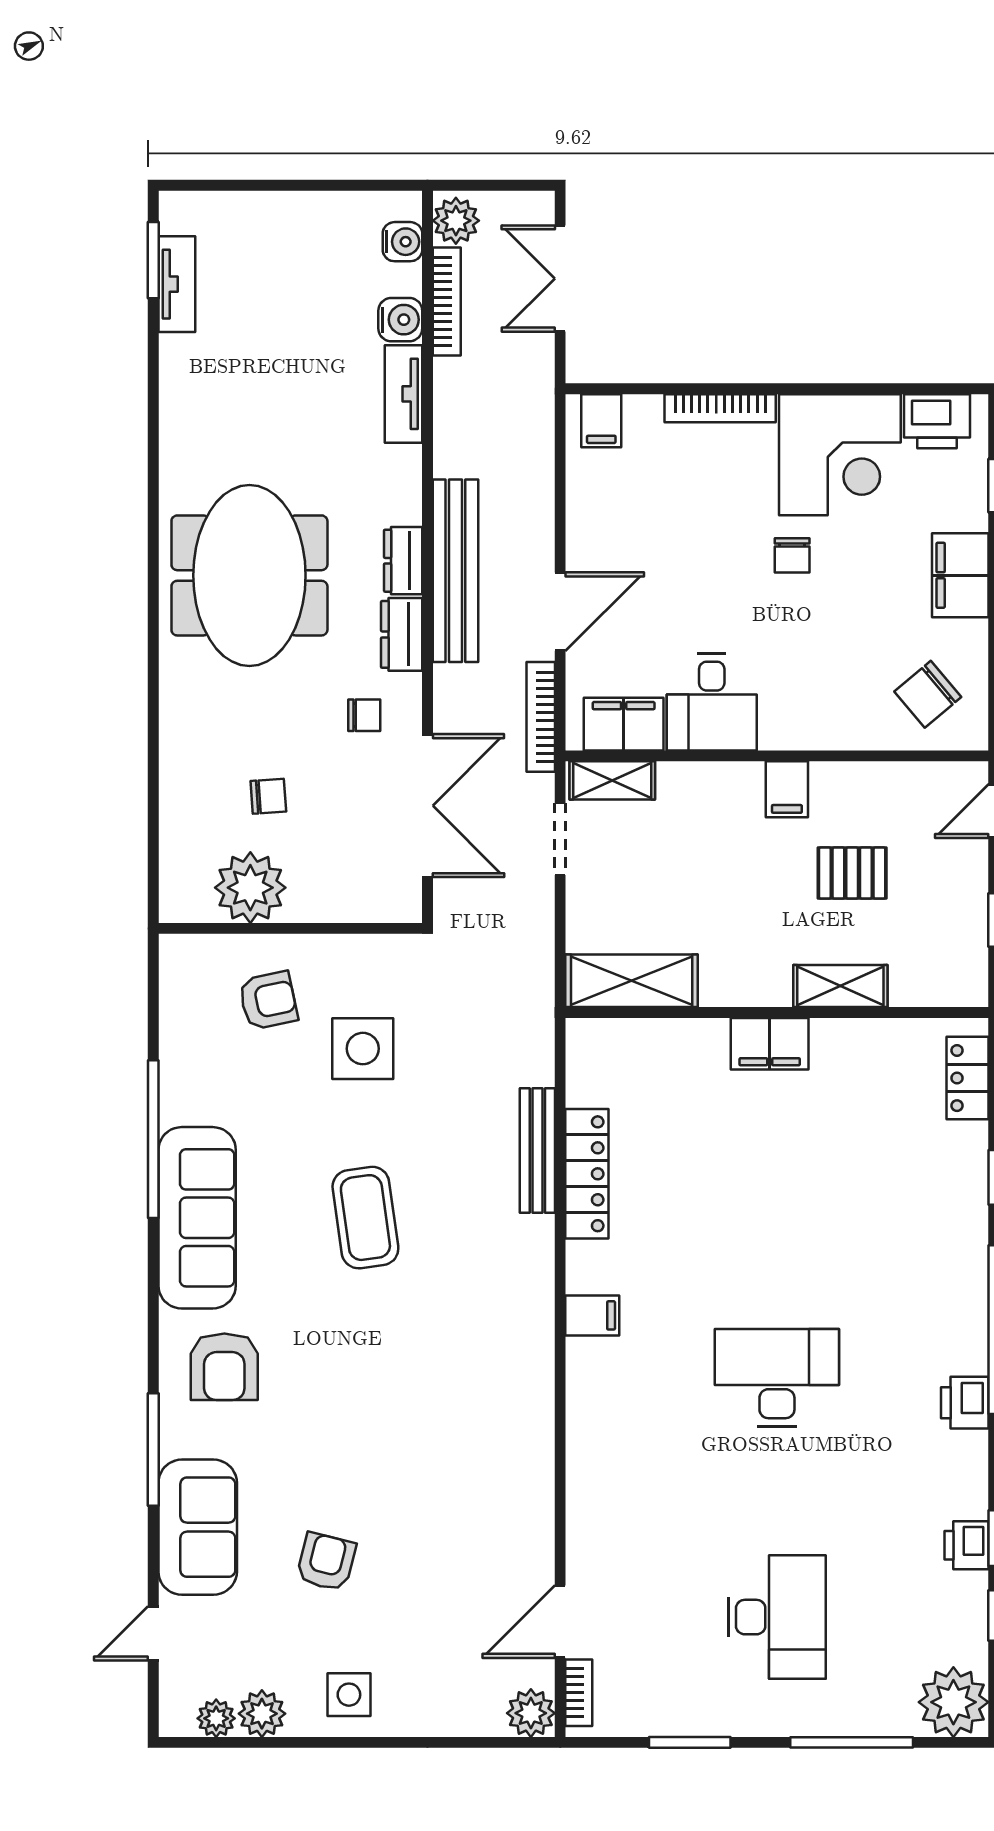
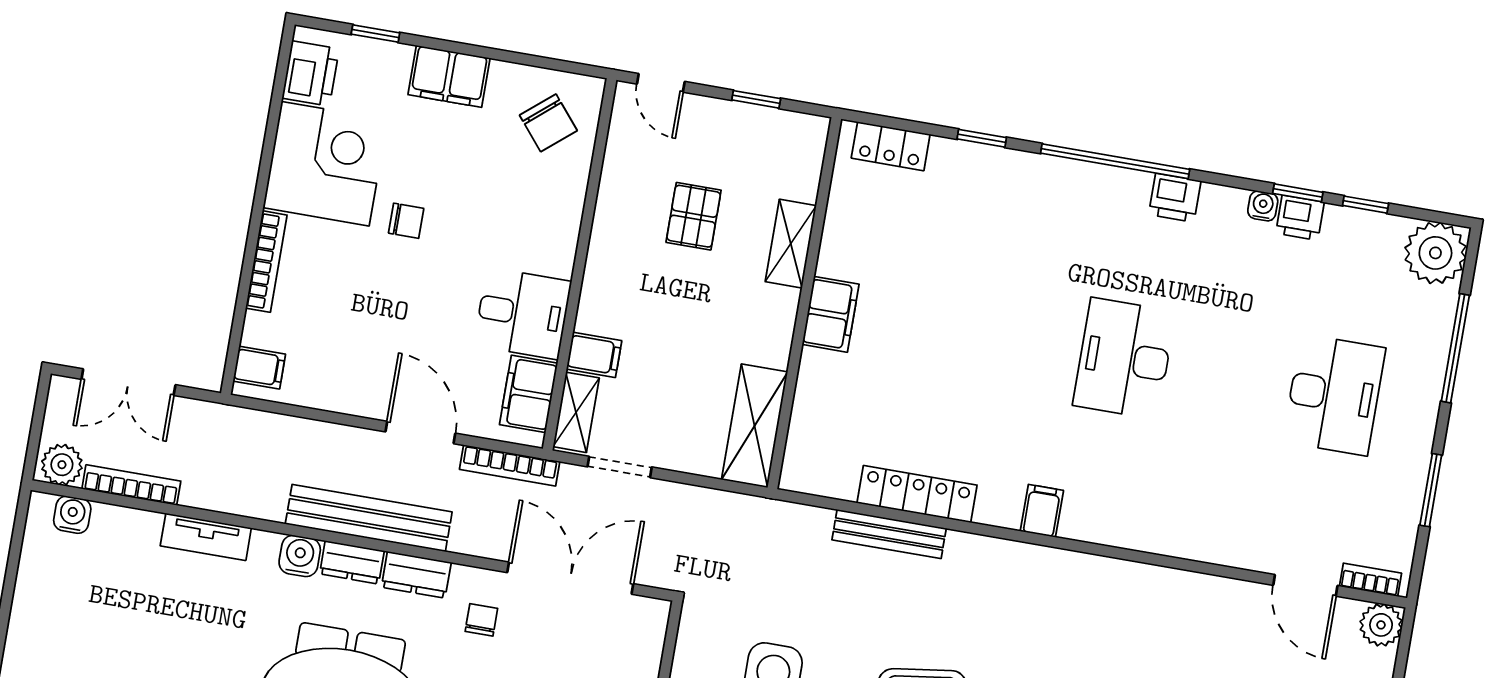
water cooler: (400, 320) -> (300, 556), moved
filing cabinet: (787, 789) -> (594, 355), moved
water cooler: (973, 1502) -> (1263, 206), added
desk: (777, 1617) -> (1334, 395), turned 90

